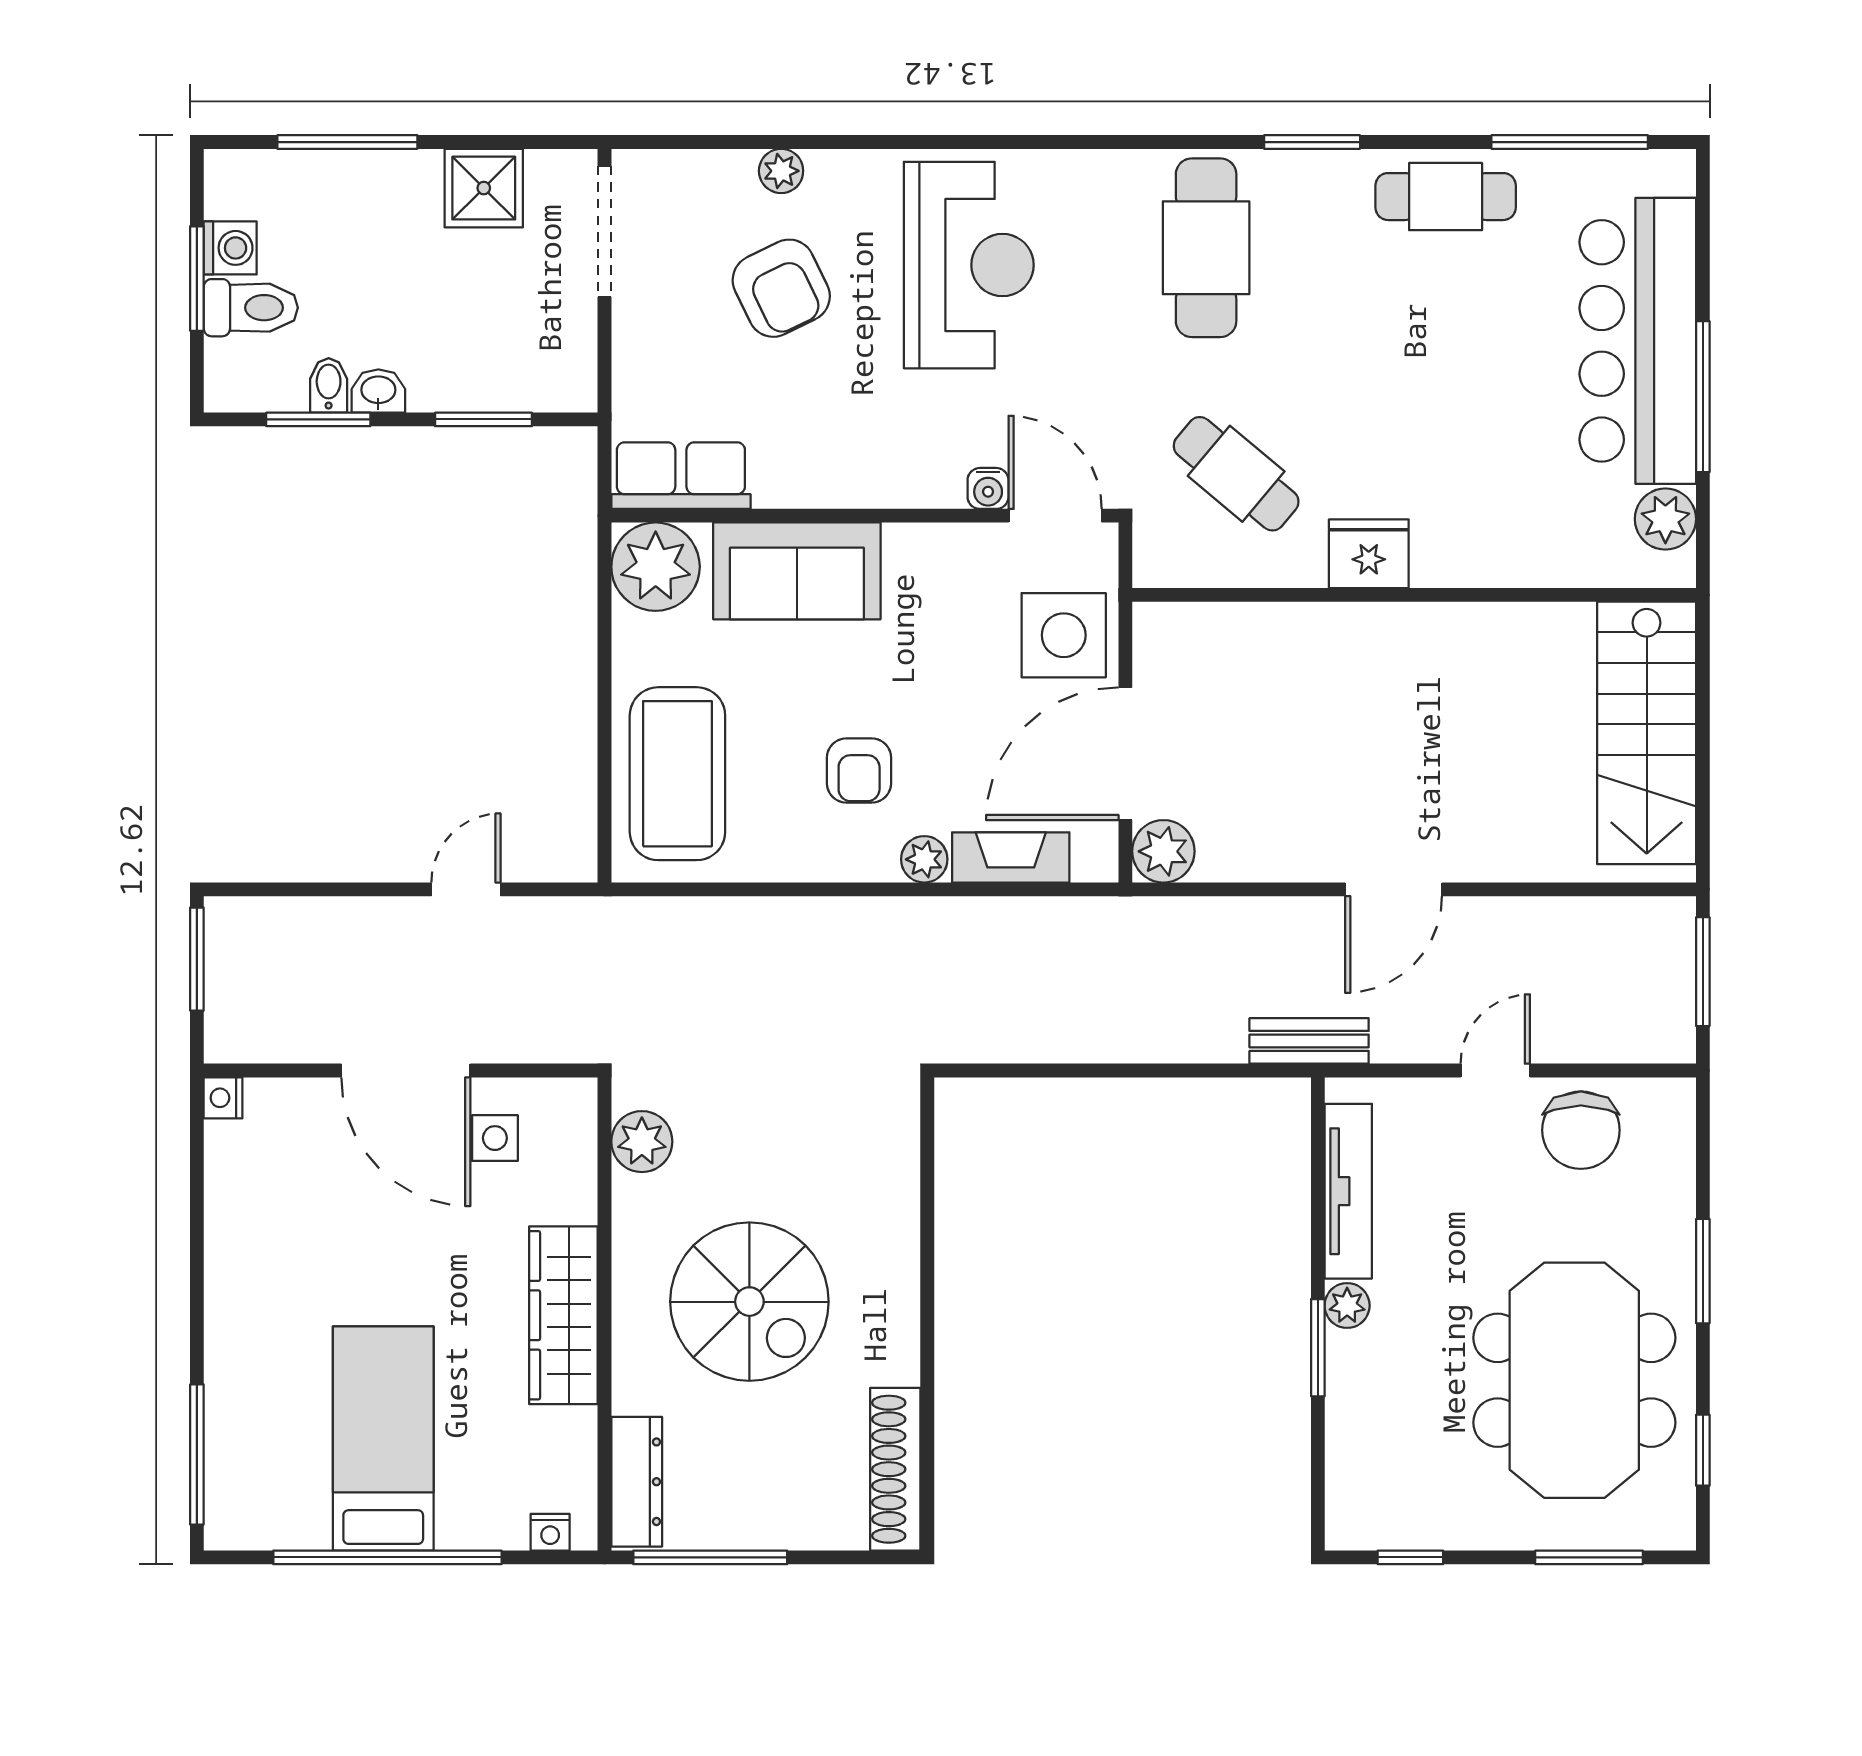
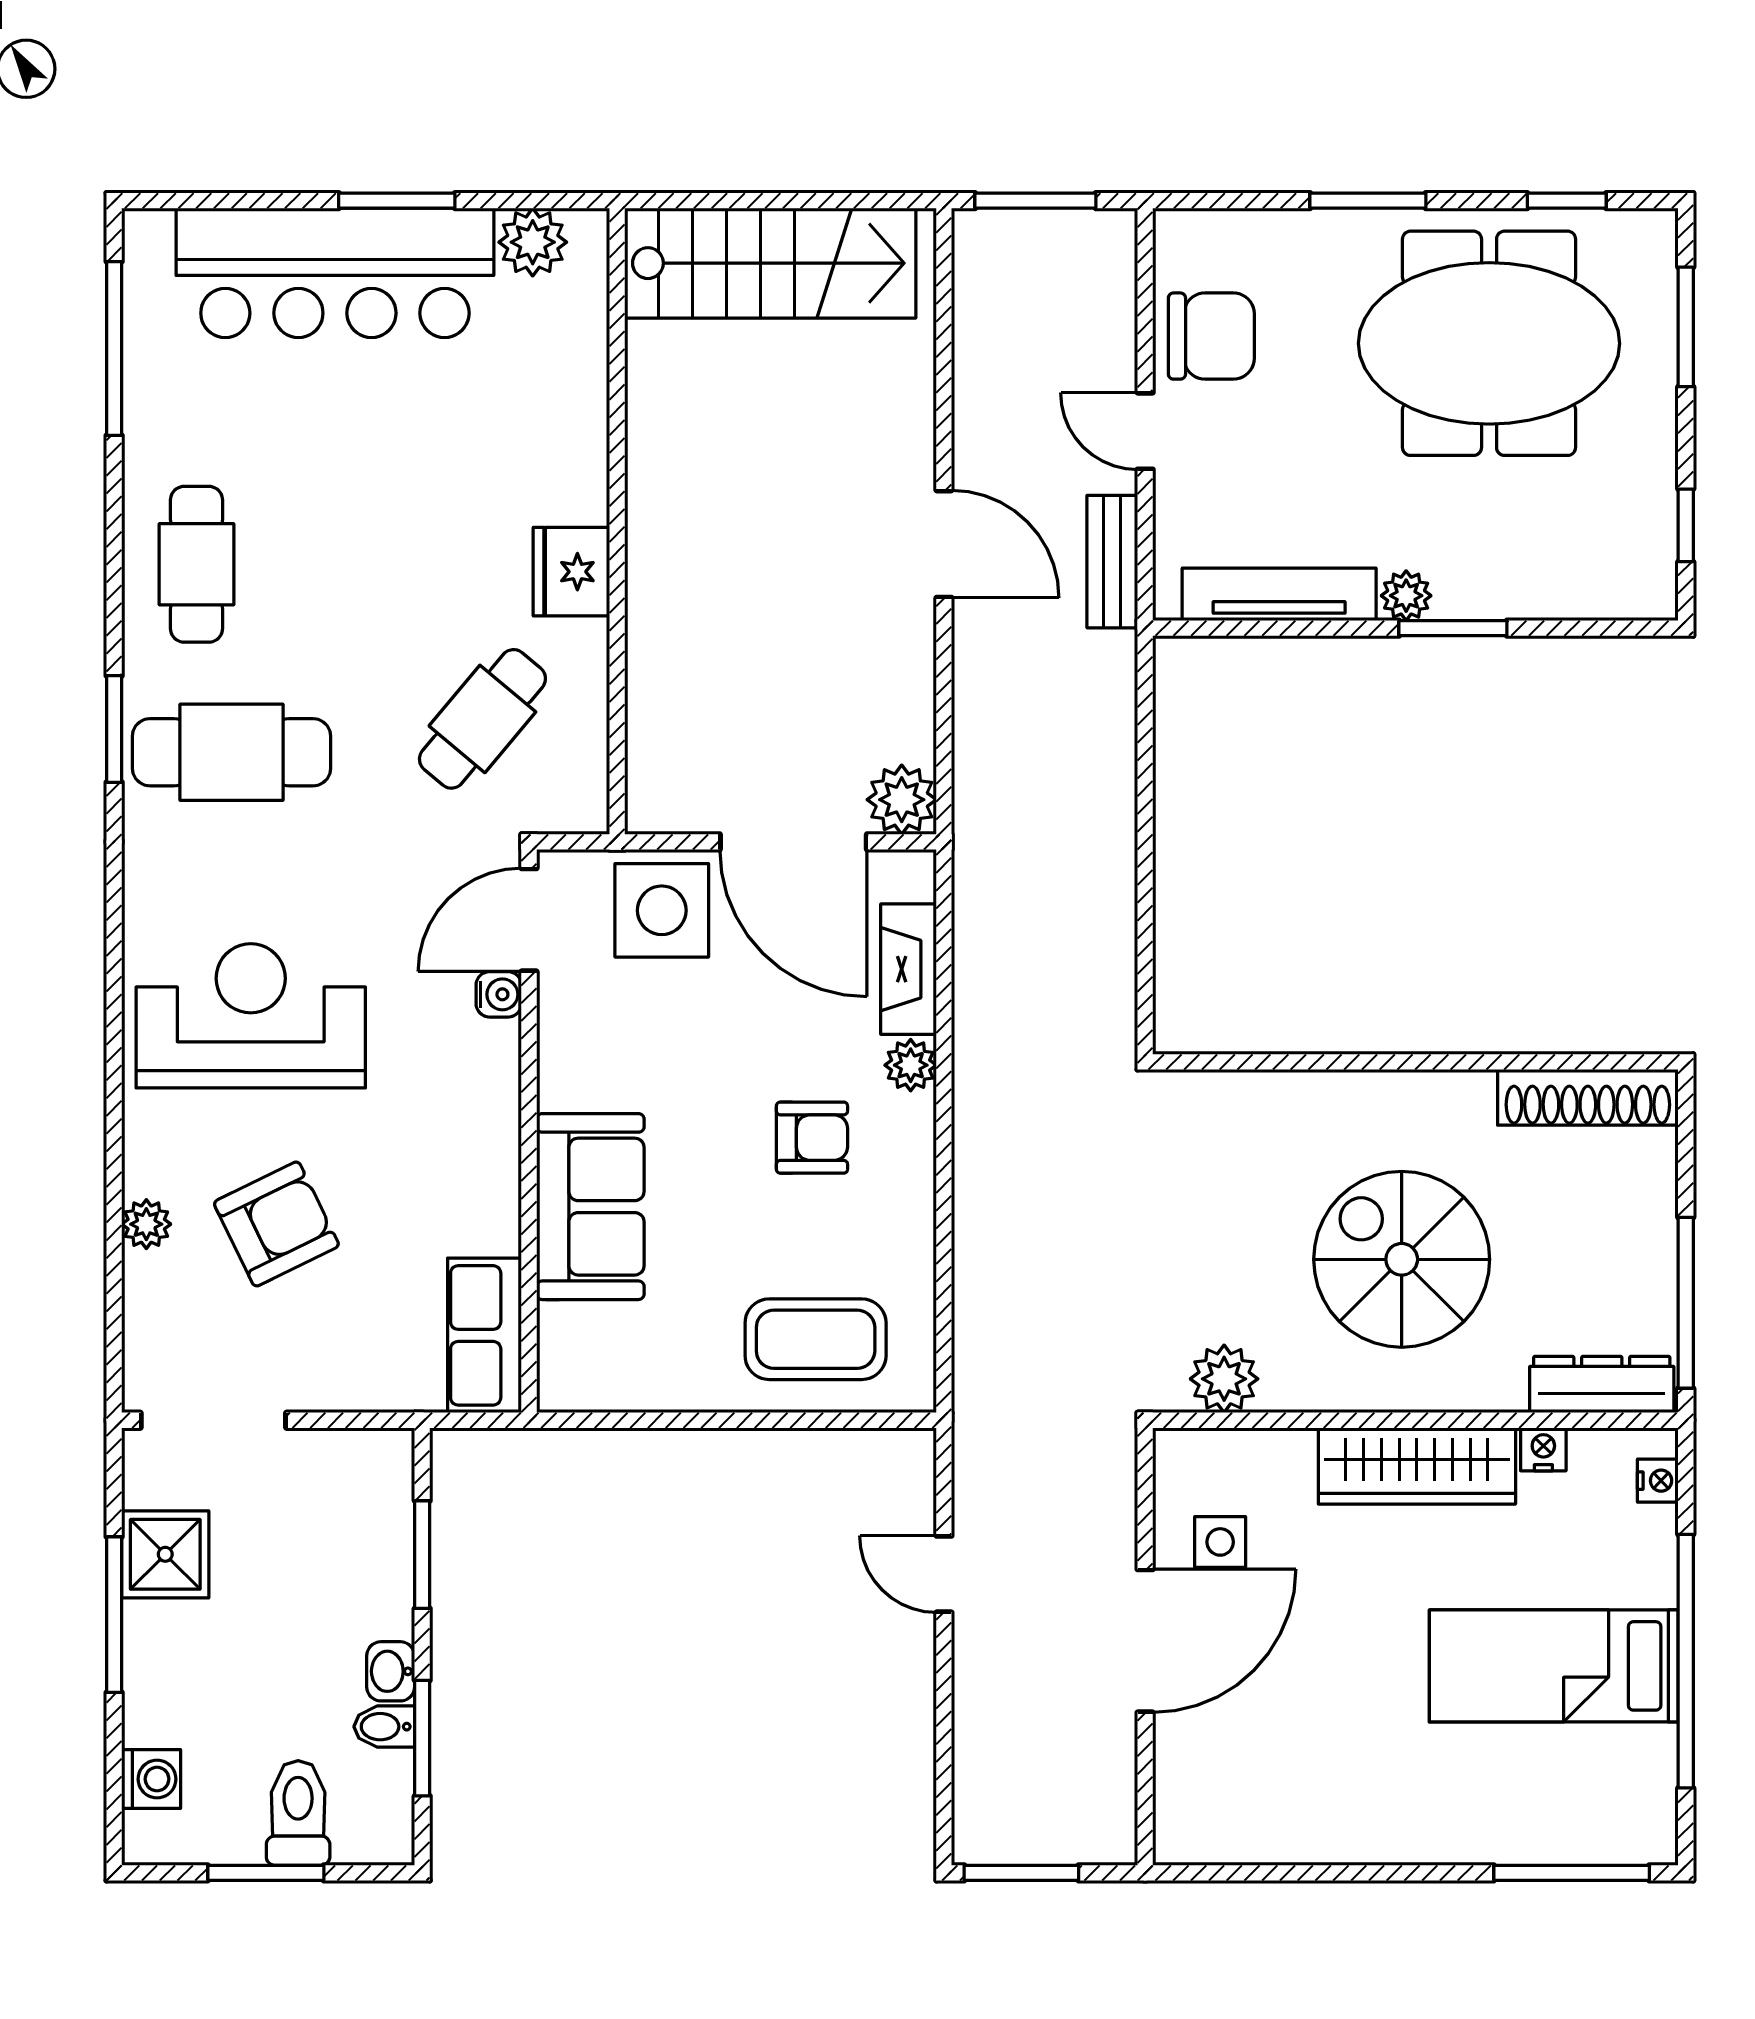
window: (347, 142) -> (114, 1615), moved
window: (1312, 142) -> (114, 729), moved
cafe table: (1446, 197) -> (196, 564), moved
washing machine: (230, 248) -> (151, 1779), moved, turned 90
window: (1703, 397) -> (397, 201), width x0.69
plant: (656, 567) -> (586, 1364), removed
coffee table: (677, 774) -> (816, 1339), width x0.73, depth x0.76
bench: (1309, 1041) -> (1112, 562), moved
nightstand: (223, 1098) -> (1543, 1449), moved, turned 180
spiral stairs: (749, 1302) -> (1402, 1259), turned -90

